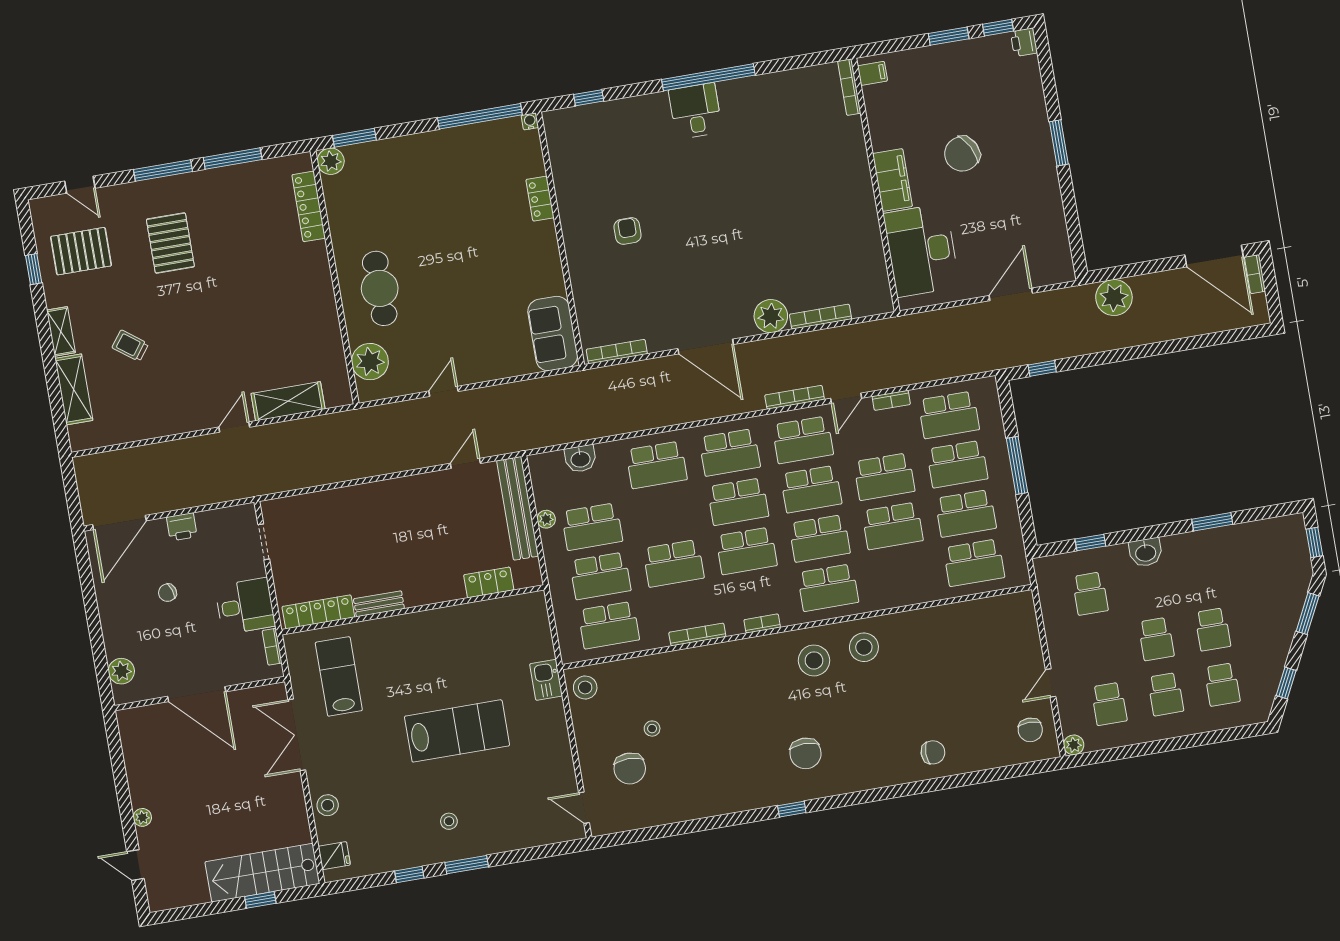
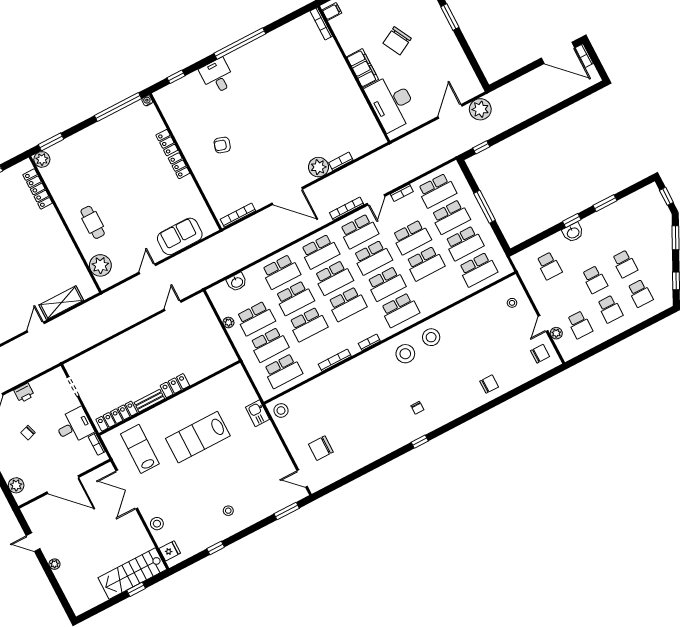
desk: (695, 111) -> (217, 76), moved
armchair: (628, 231) -> (222, 145), turned -73
locker: (548, 242) -> (179, 166), added
cafe table: (380, 288) -> (93, 222), width x0.73, depth x0.74
plant: (1114, 298) -> (480, 109), moved
bookcase: (820, 317) -> (341, 161), width x0.64
sofa: (553, 334) -> (180, 236), moved, turned 90
bench: (518, 508) -> (210, 322), removed
school desk: (665, 514) -> (295, 298), added
window: (1090, 543) -> (572, 220), moved
locker: (489, 582) -> (175, 386), moved
stool: (652, 729) -> (512, 303), moved
chair: (1030, 730) -> (540, 354), turned -90
lab bench: (457, 731) -> (198, 437), moved, turned 180
plant: (1074, 745) -> (556, 333), moved
chair: (806, 753) -> (417, 408), width x0.54, depth x0.54
chair: (630, 768) -> (321, 448), turned 90
door: (135, 865) -> (33, 542), moved
window: (467, 865) -> (287, 511), moved

